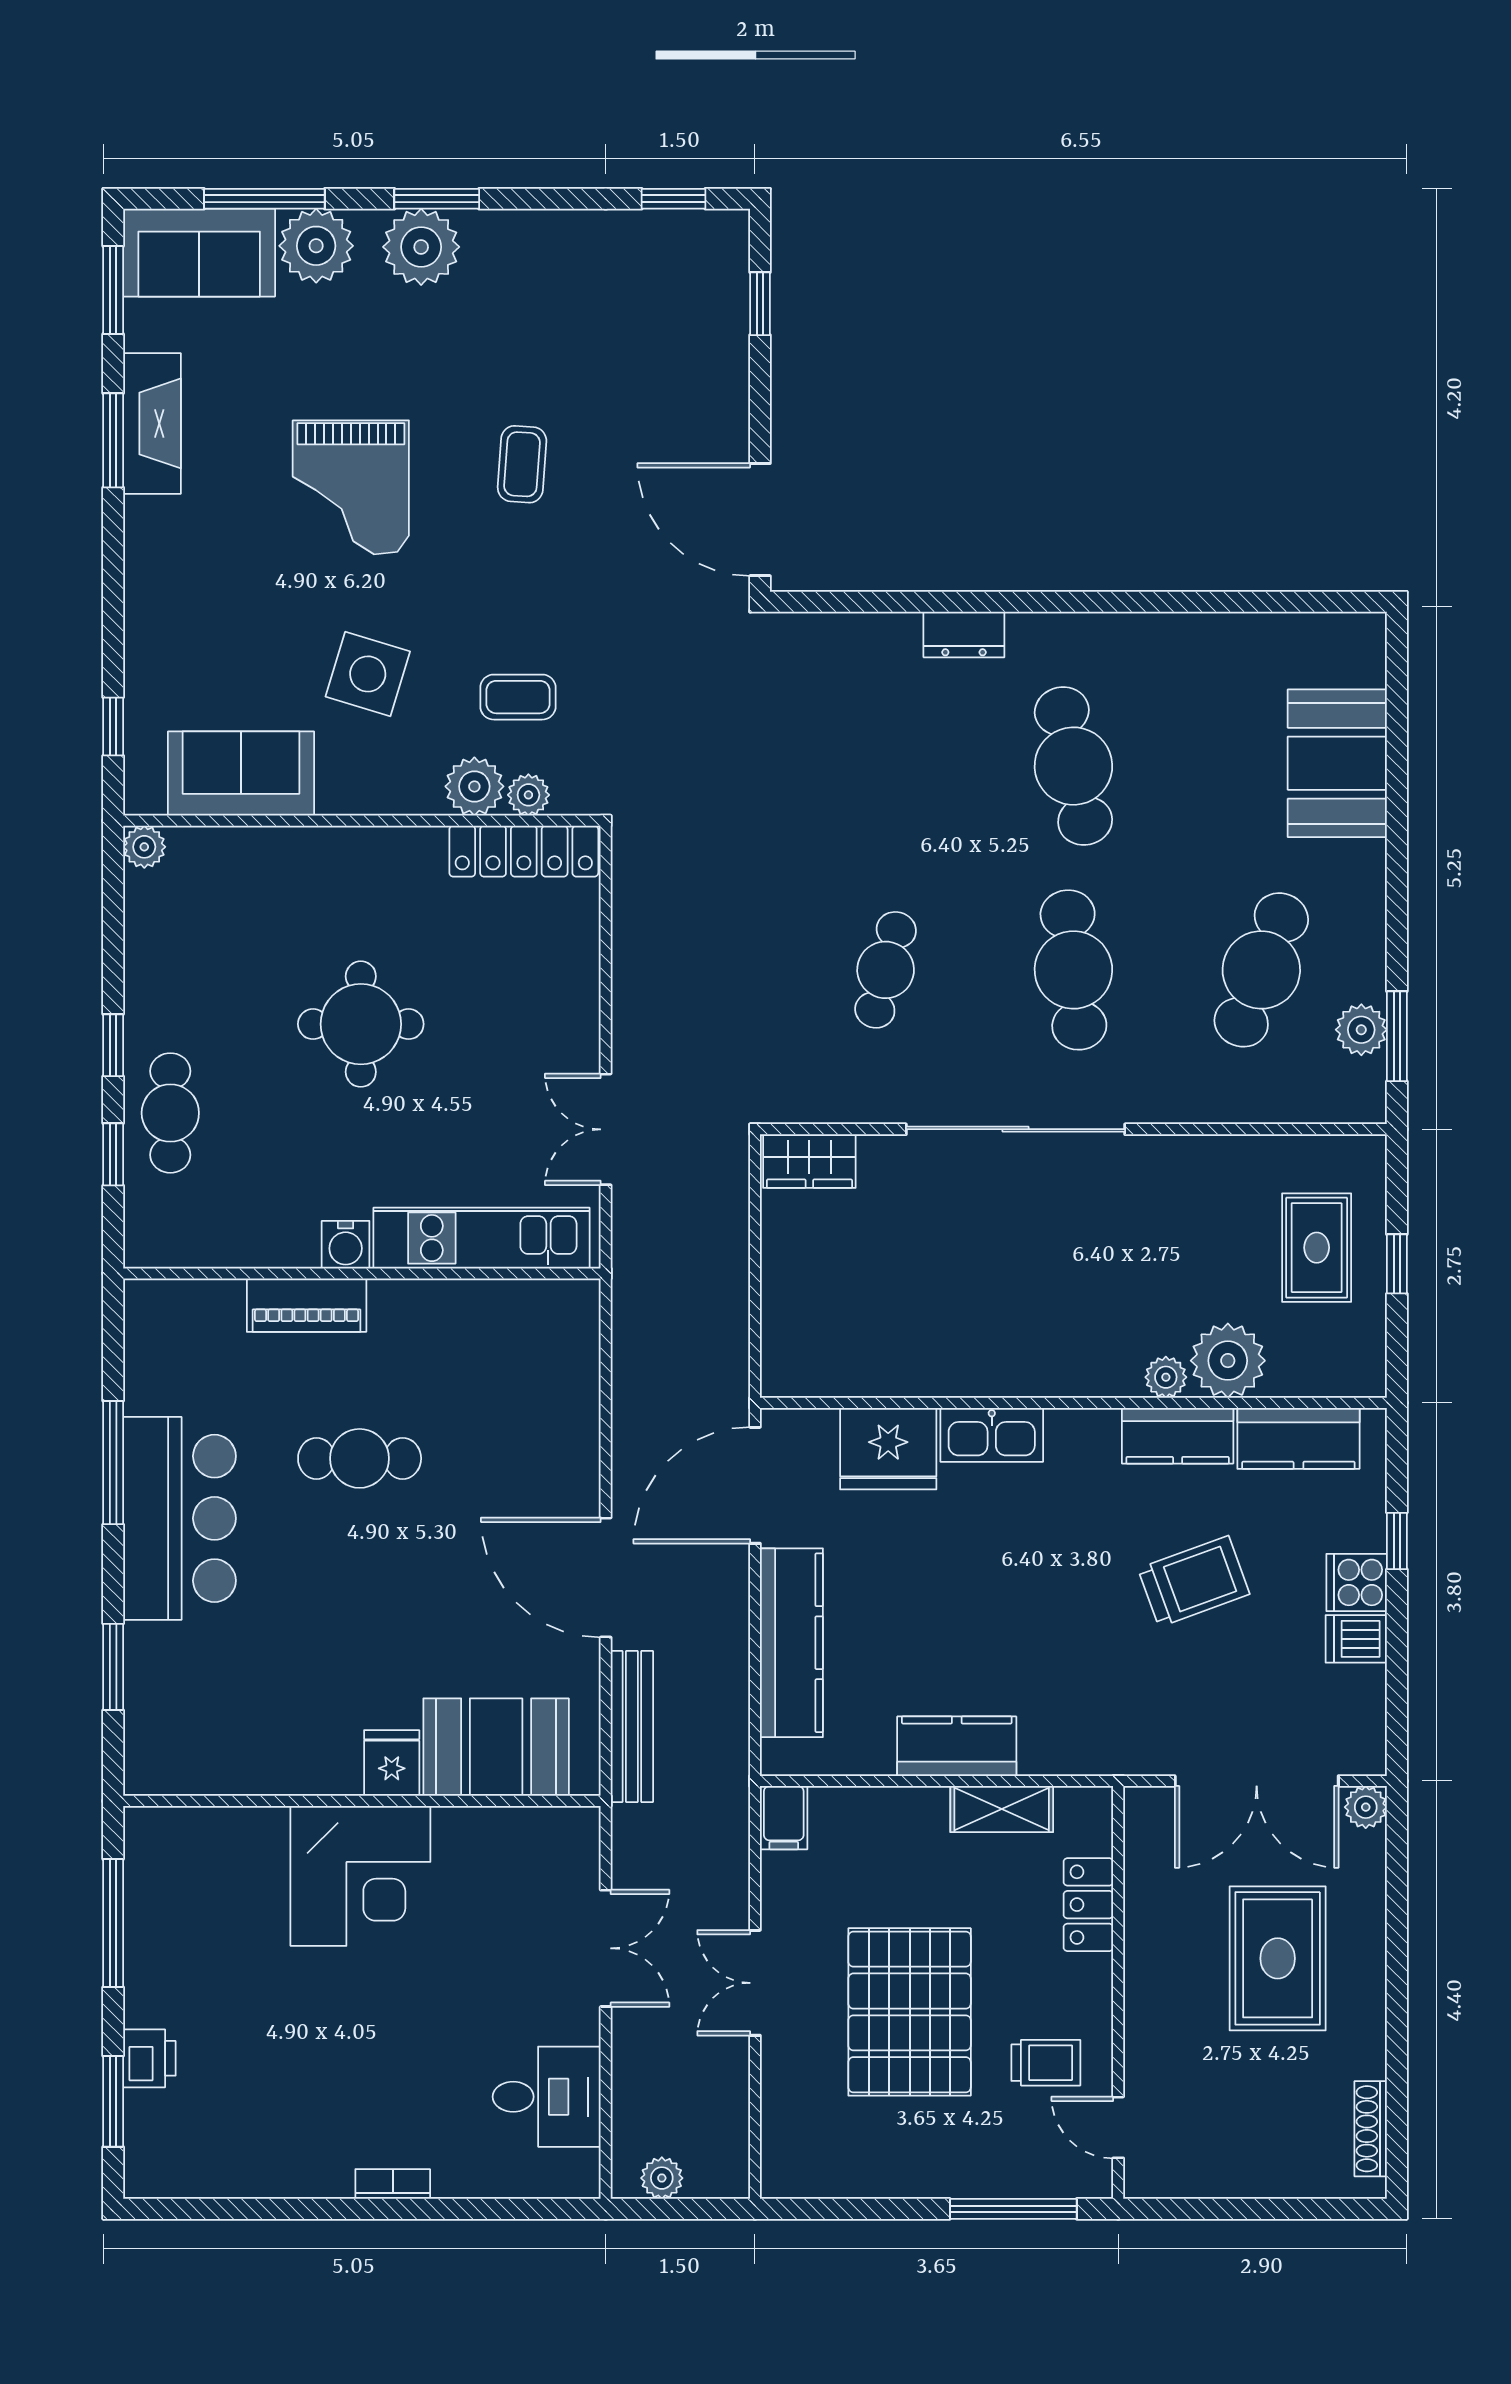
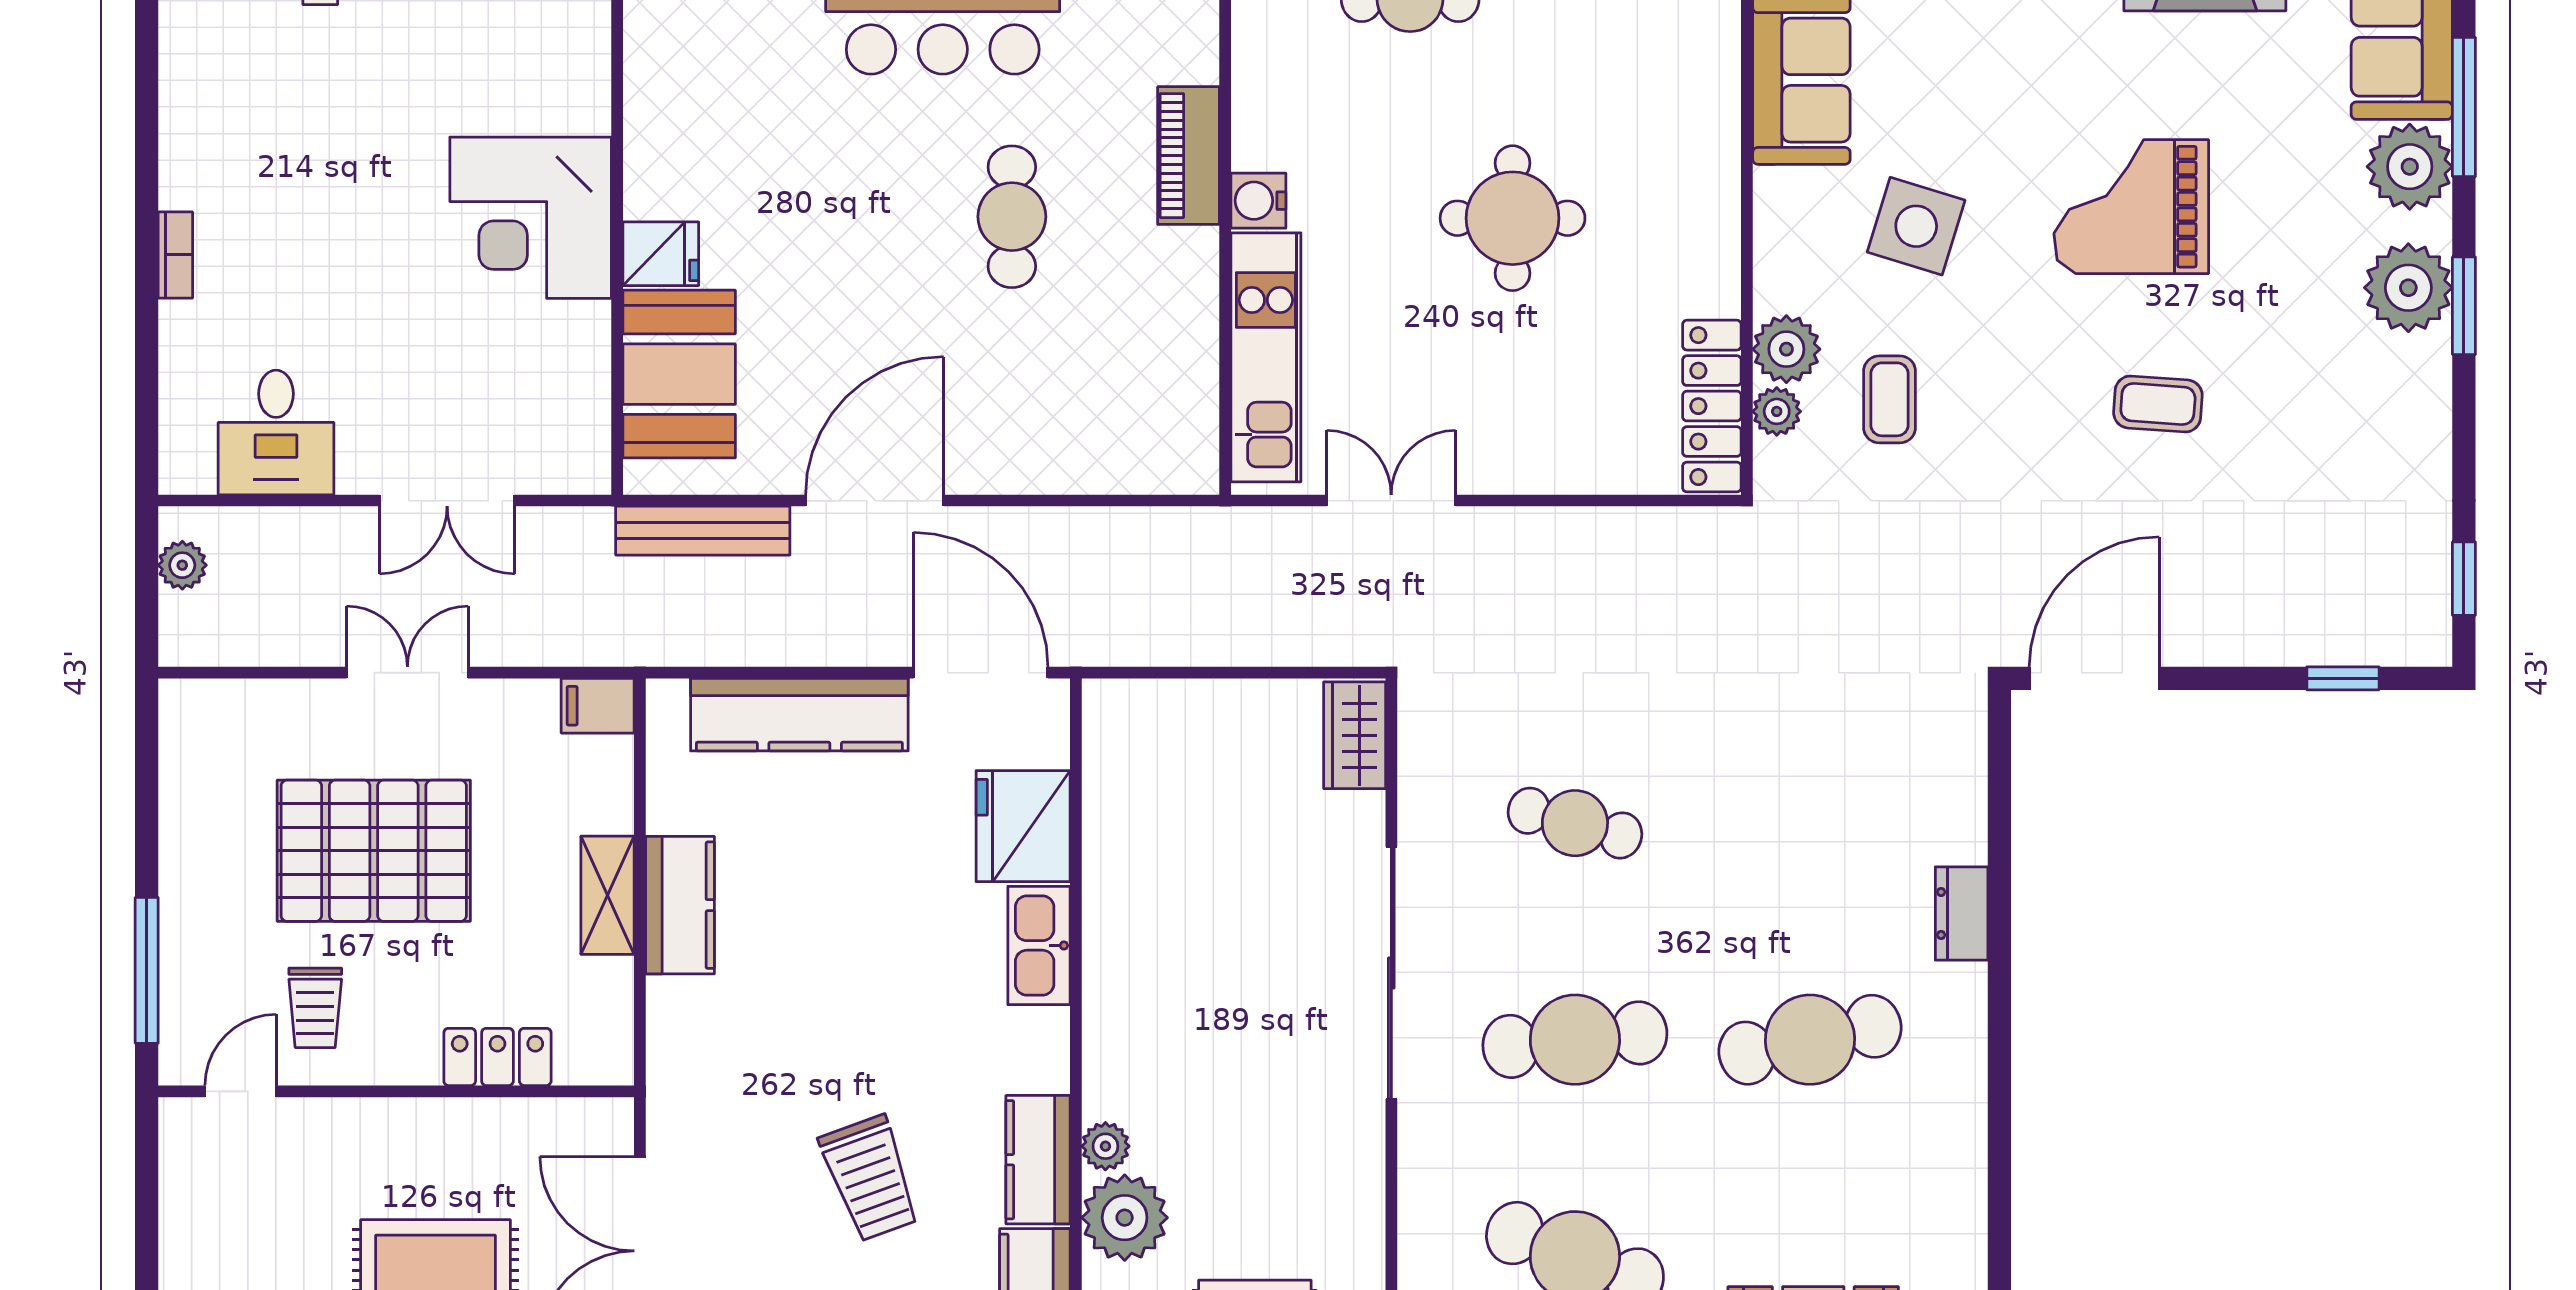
shelving: (1002, 1809) -> (608, 895), moved

